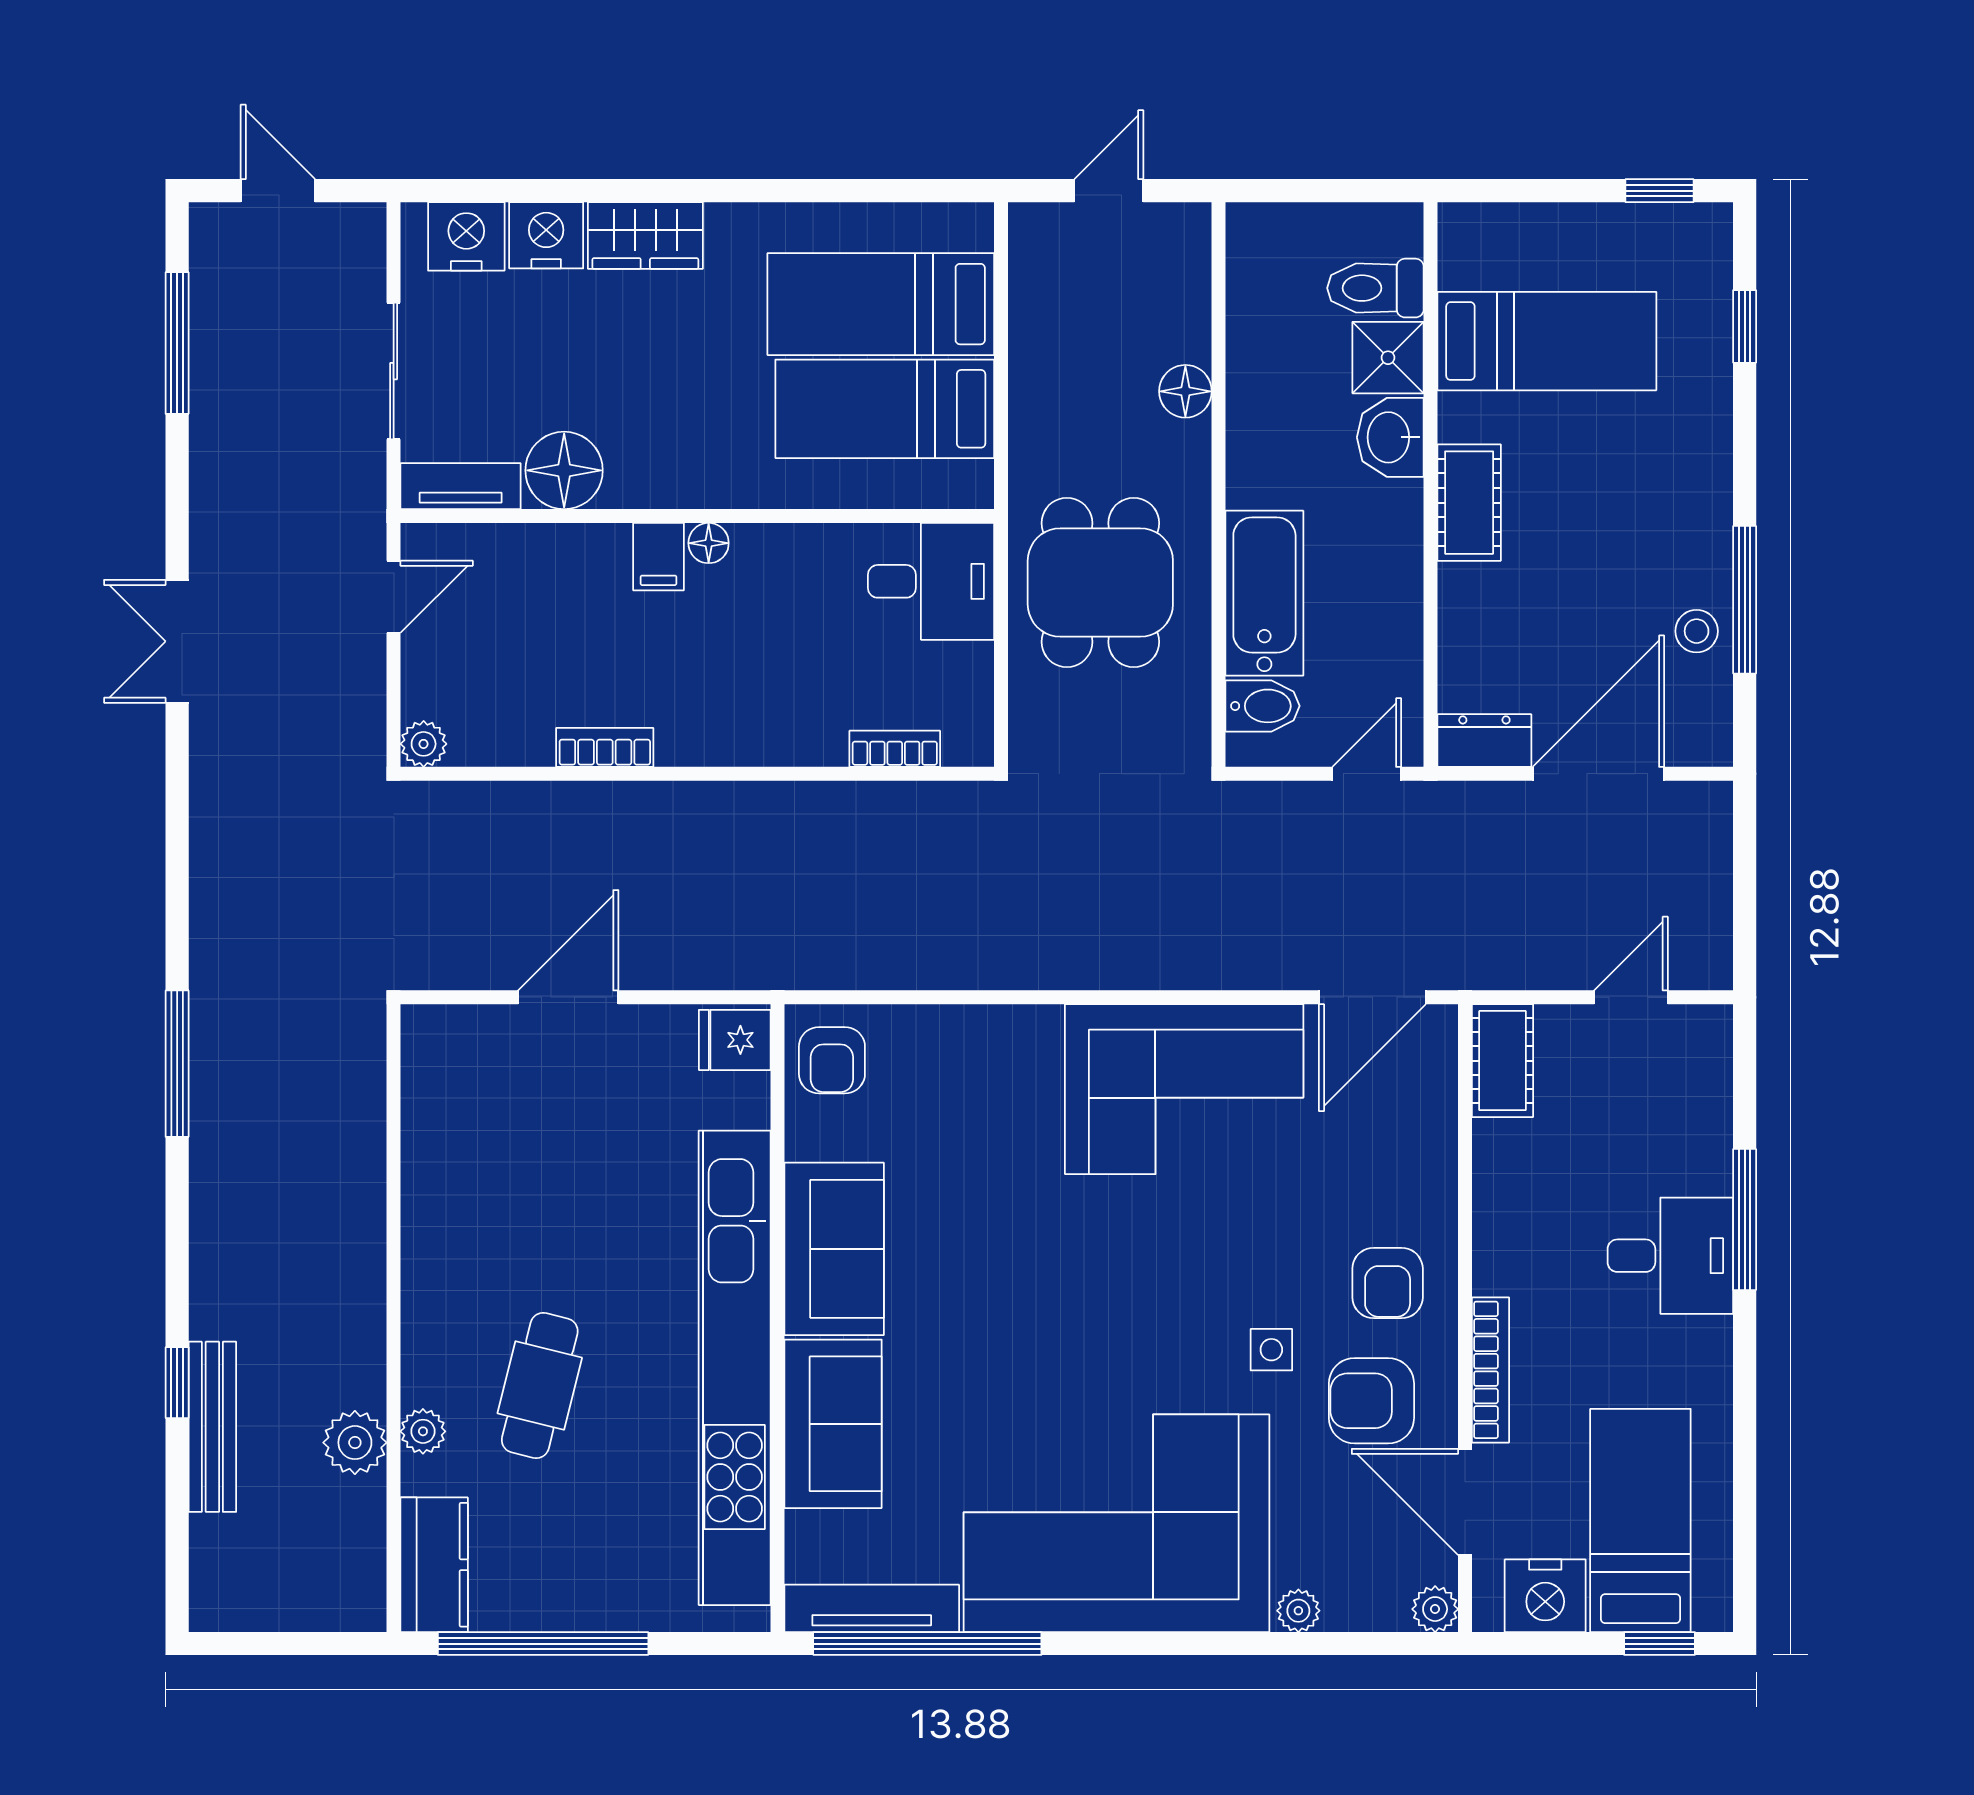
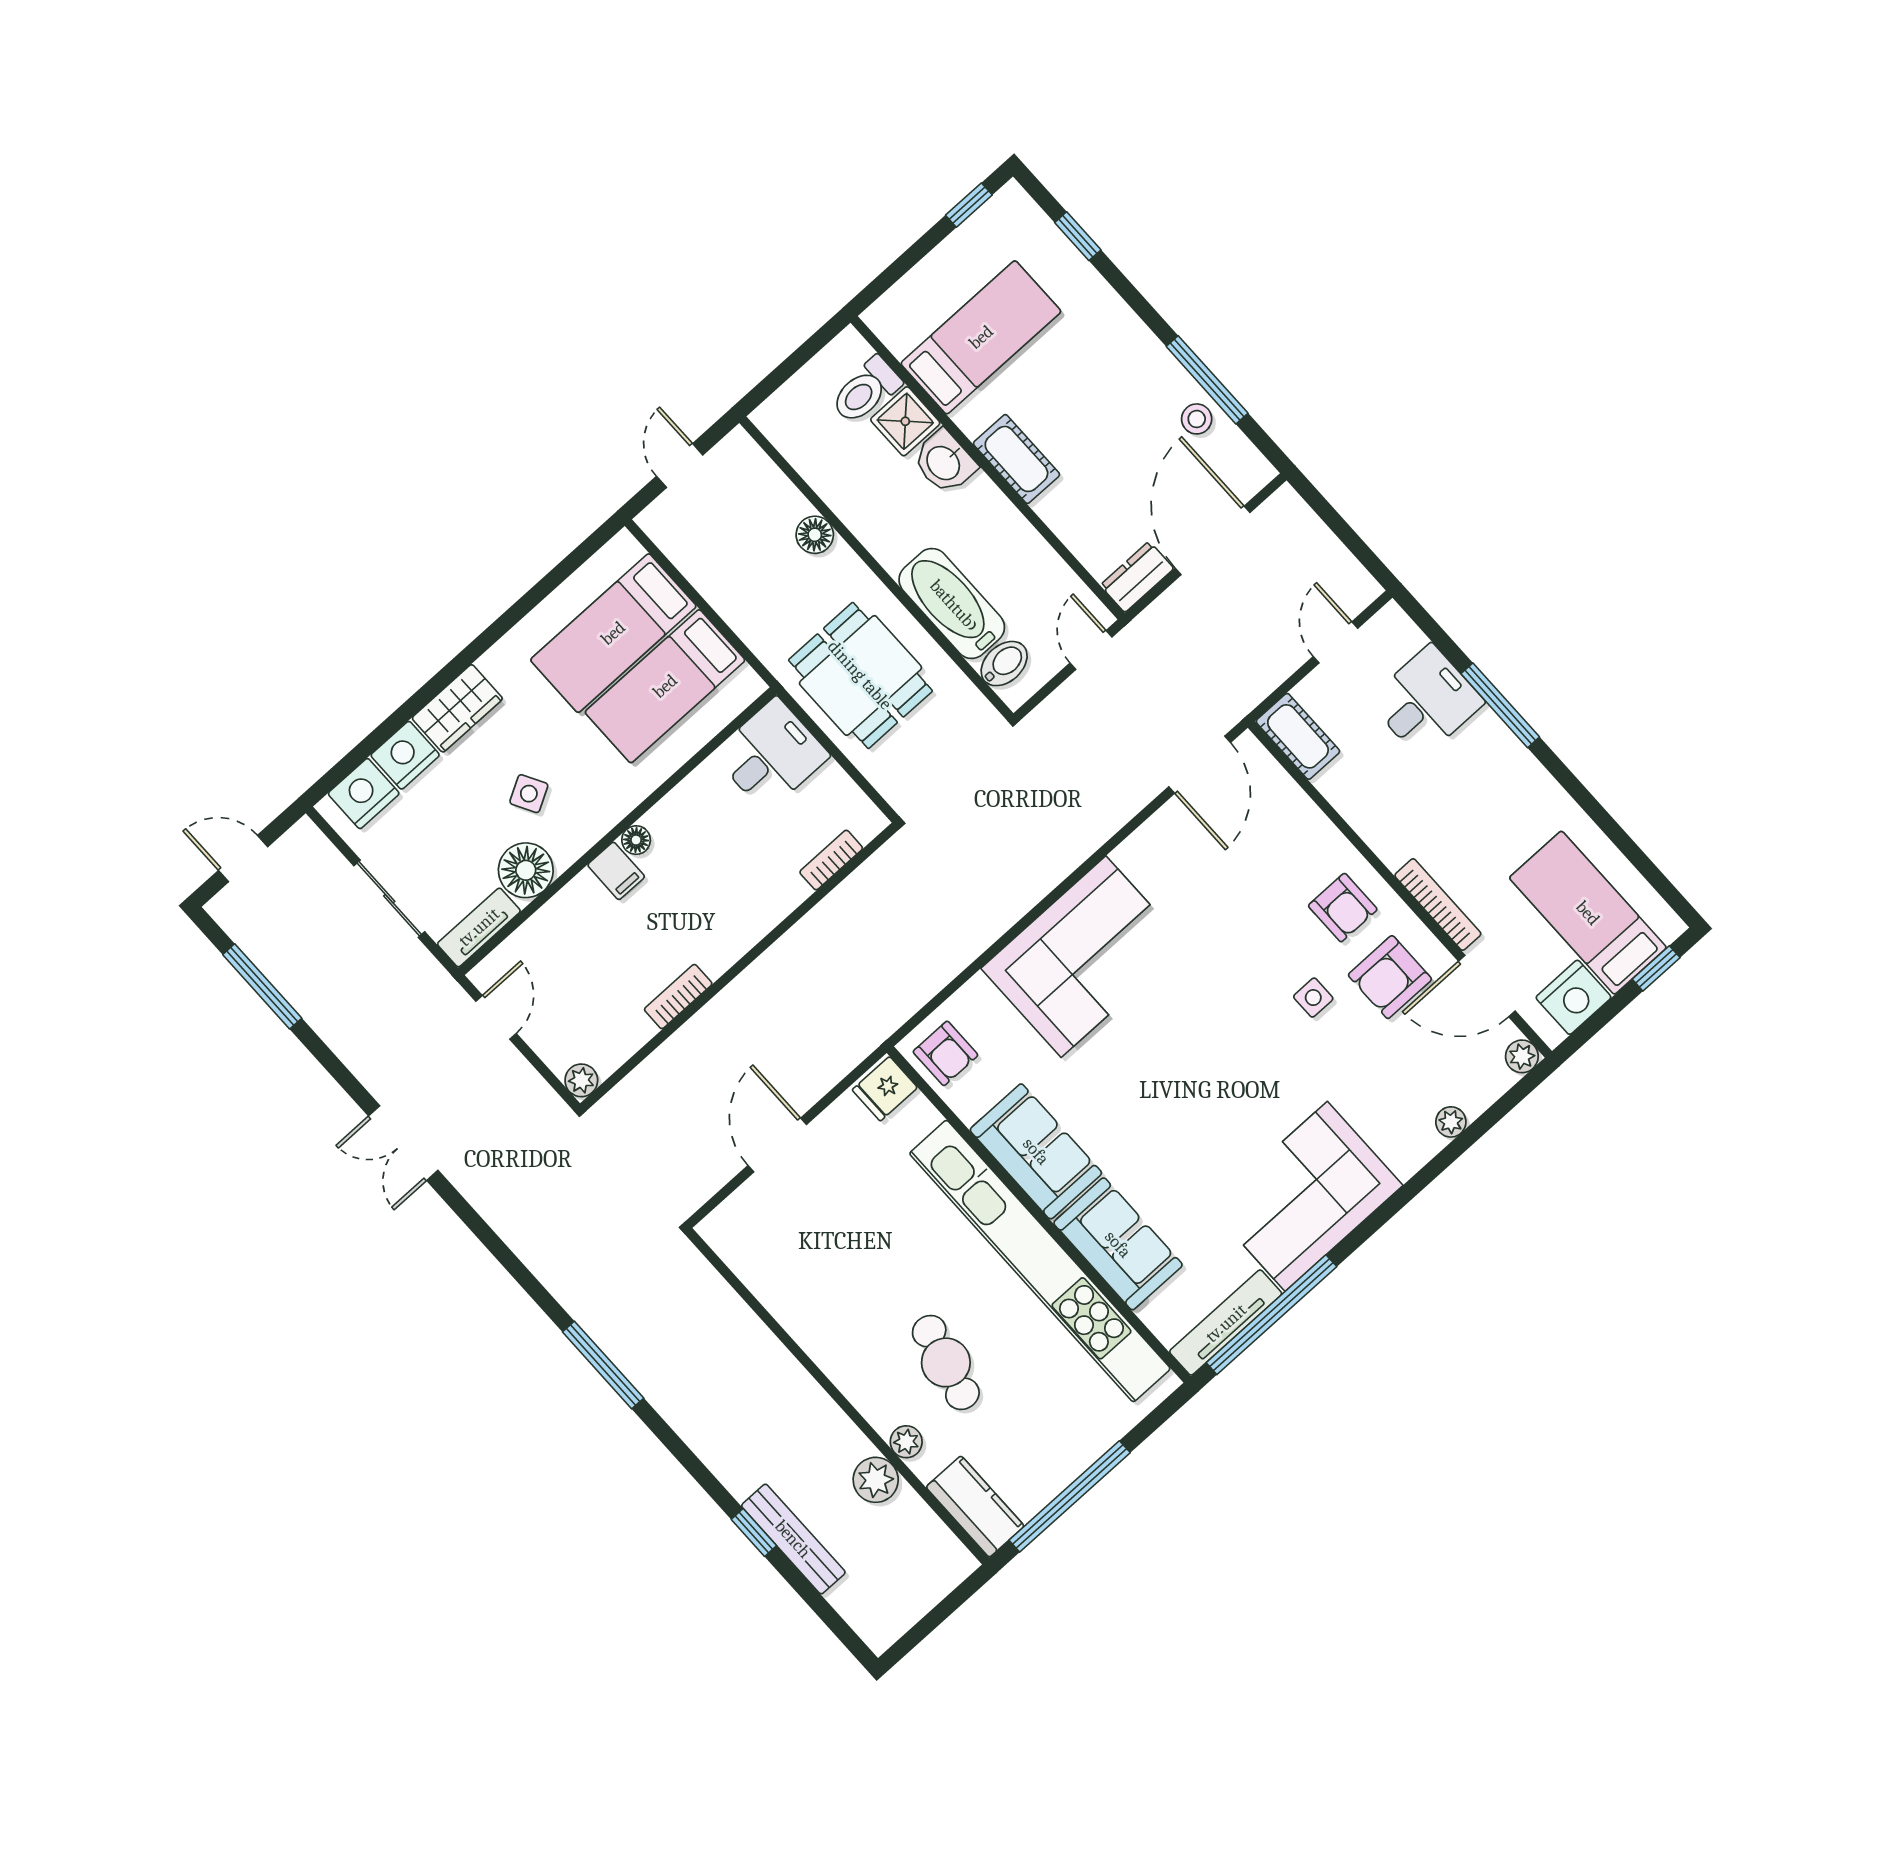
side table: (640, 393) -> (529, 794), added
corner sofa: (1184, 1089) -> (1084, 957), moved
desk: (1670, 1256) -> (1426, 701), moved
corner sofa: (1116, 1523) -> (1306, 1196), width x0.73, depth x0.74

